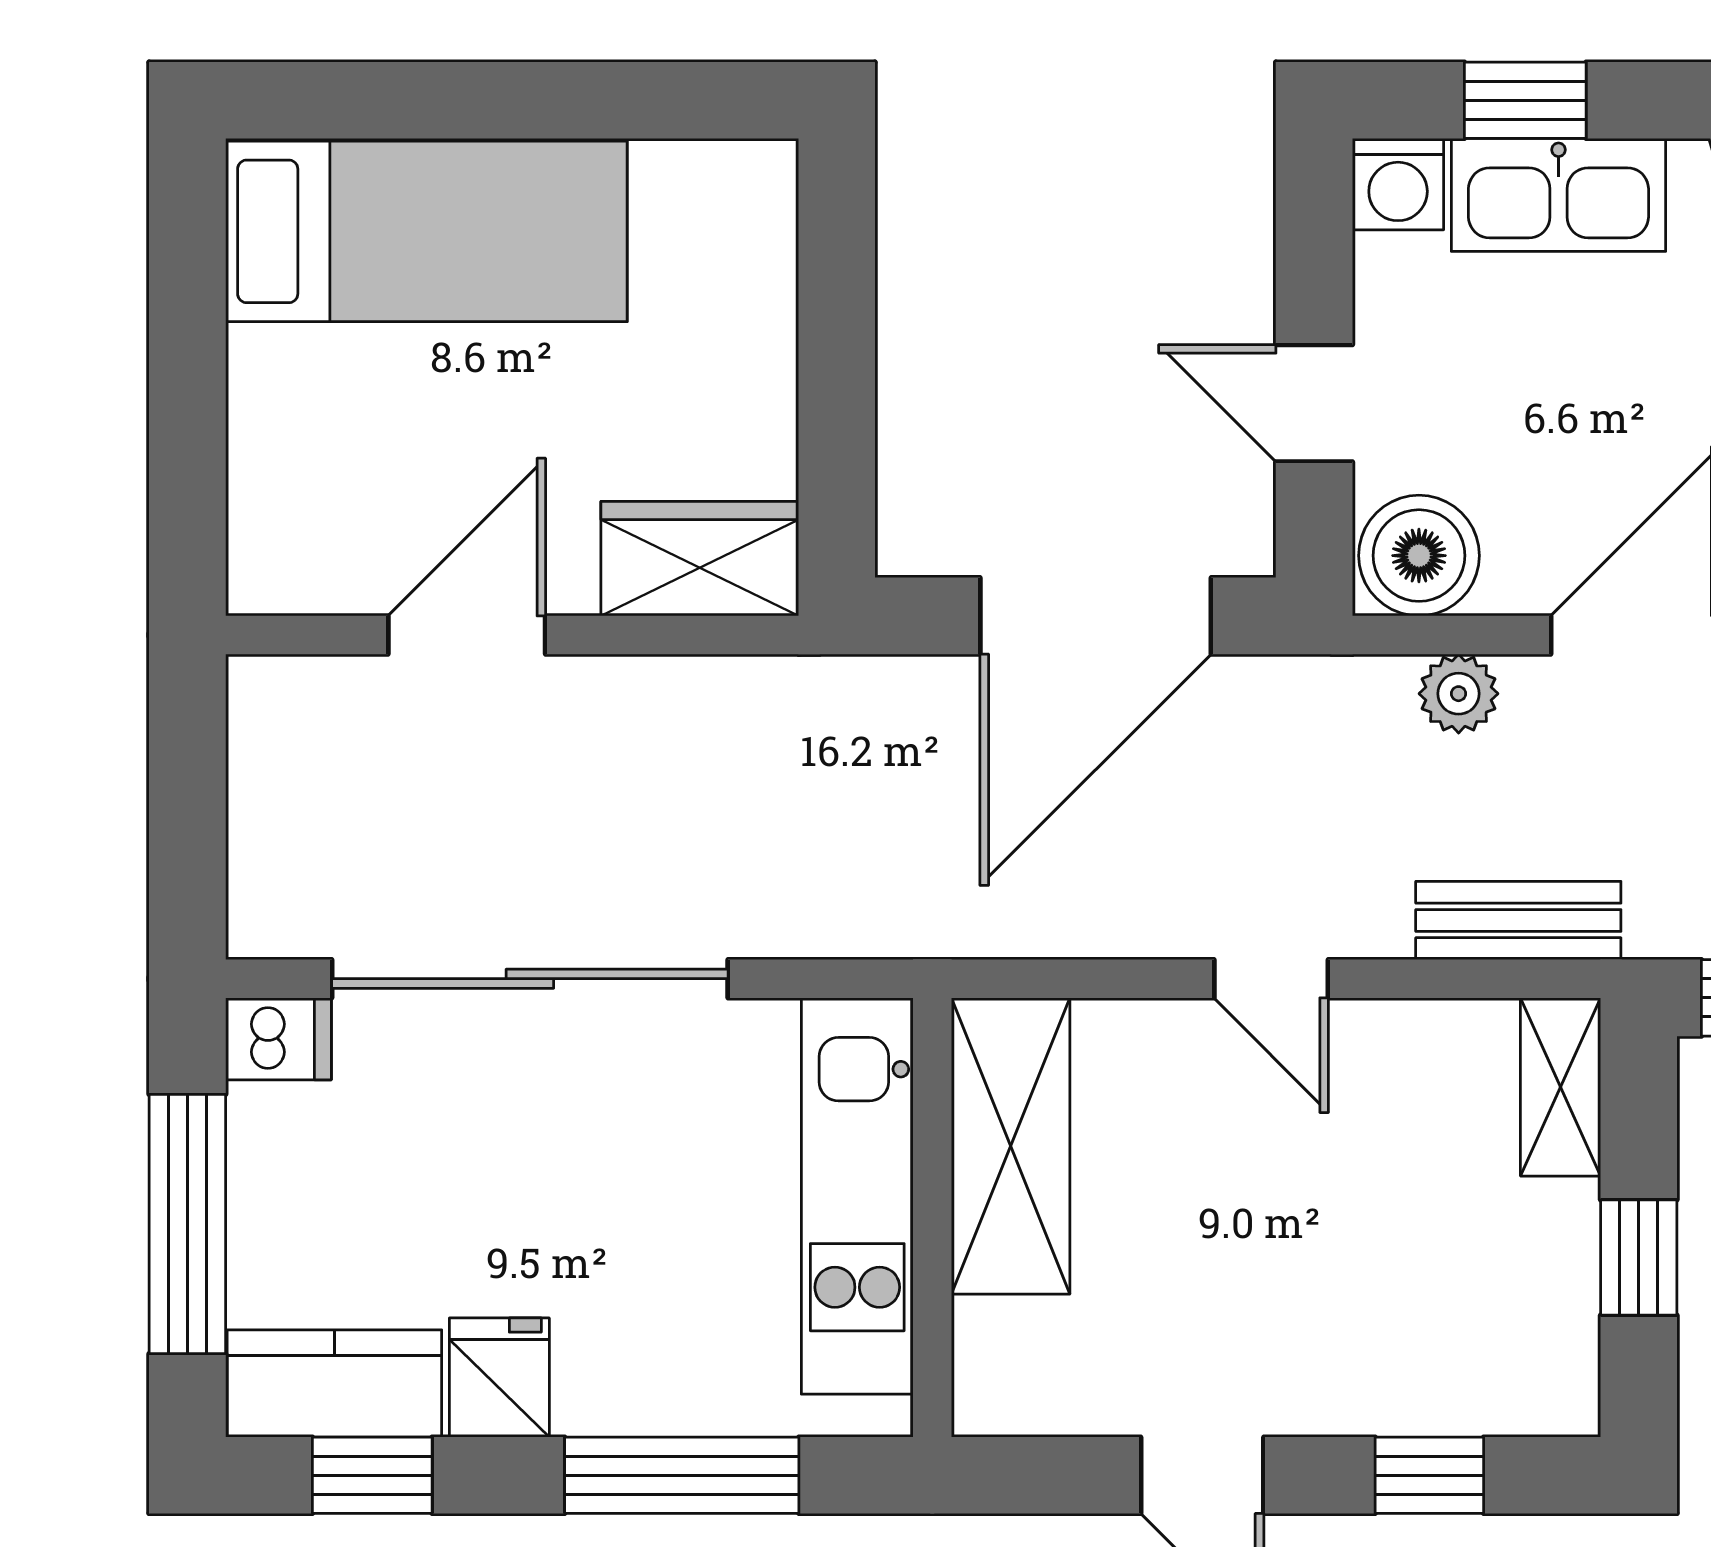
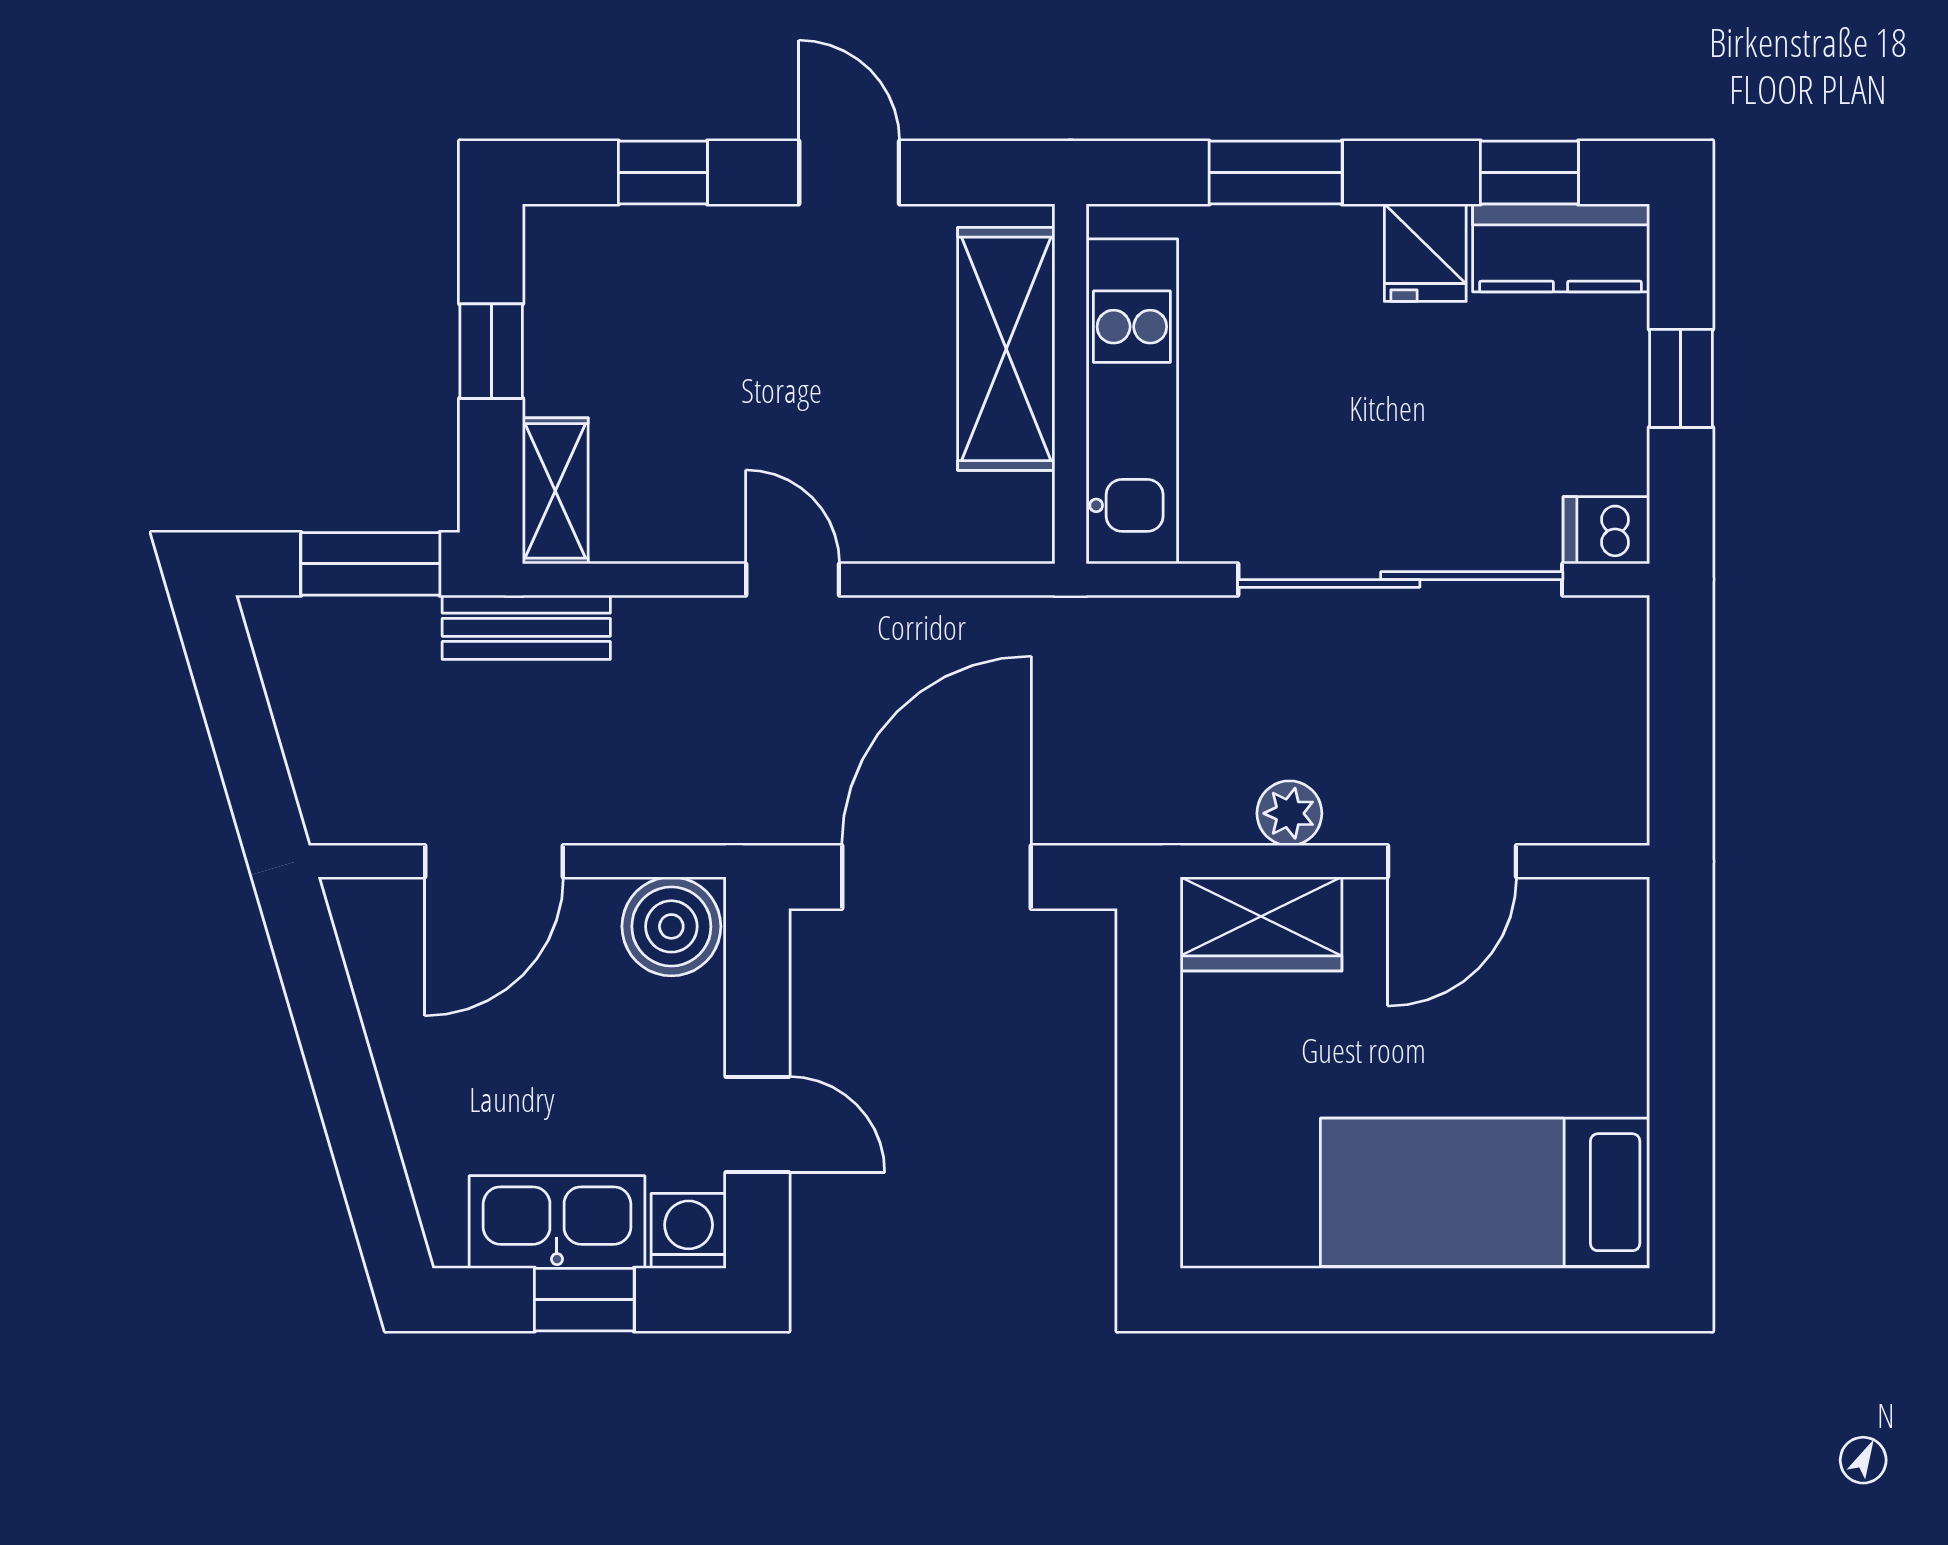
door: (1314, 403) -> (757, 1124), moved
plant: (1459, 694) -> (1289, 813), moved
bench: (1518, 920) -> (526, 627), moved
shelving: (1011, 1146) -> (1006, 349), moved
window: (187, 1224) -> (1681, 378), width x0.46
window: (682, 1475) -> (1276, 172), width x0.69

